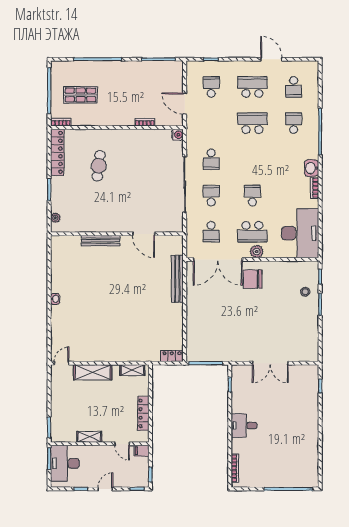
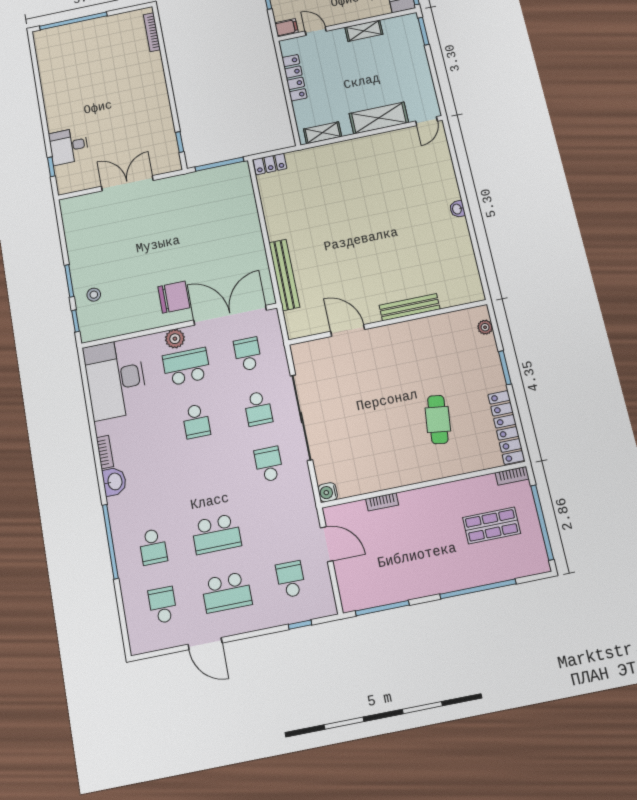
school desk: (211, 87) -> (291, 579), turned 180
desk: (244, 426) -> (69, 146), moved, turned 180

